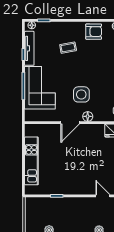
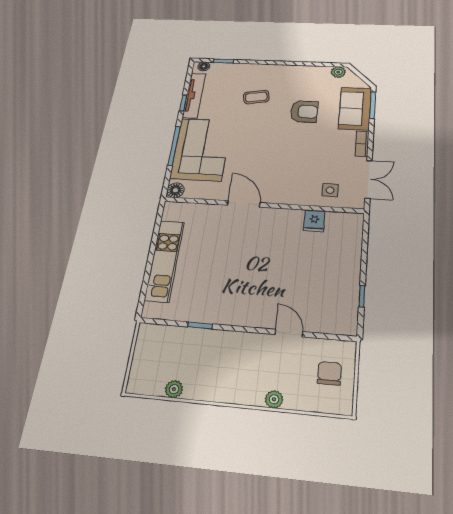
armchair: (94, 32) -> (304, 112), moved
side table: (81, 94) -> (269, 163), removed
floor lamp: (88, 116) -> (175, 190), moved
door: (70, 123) -> (244, 204), swing flipped

